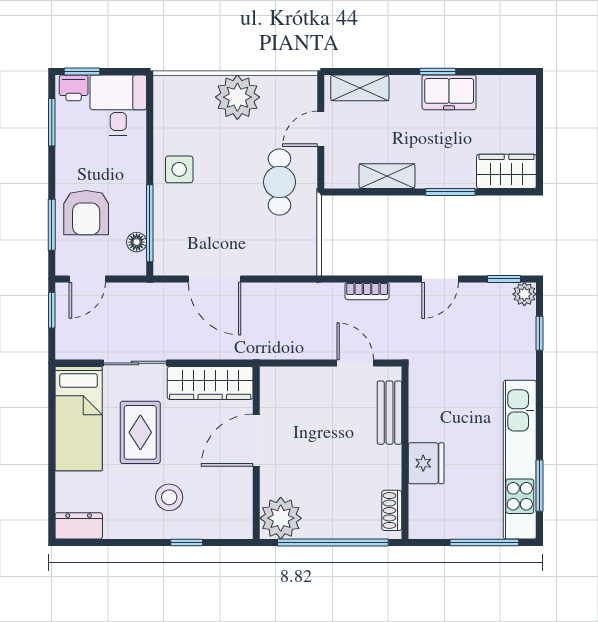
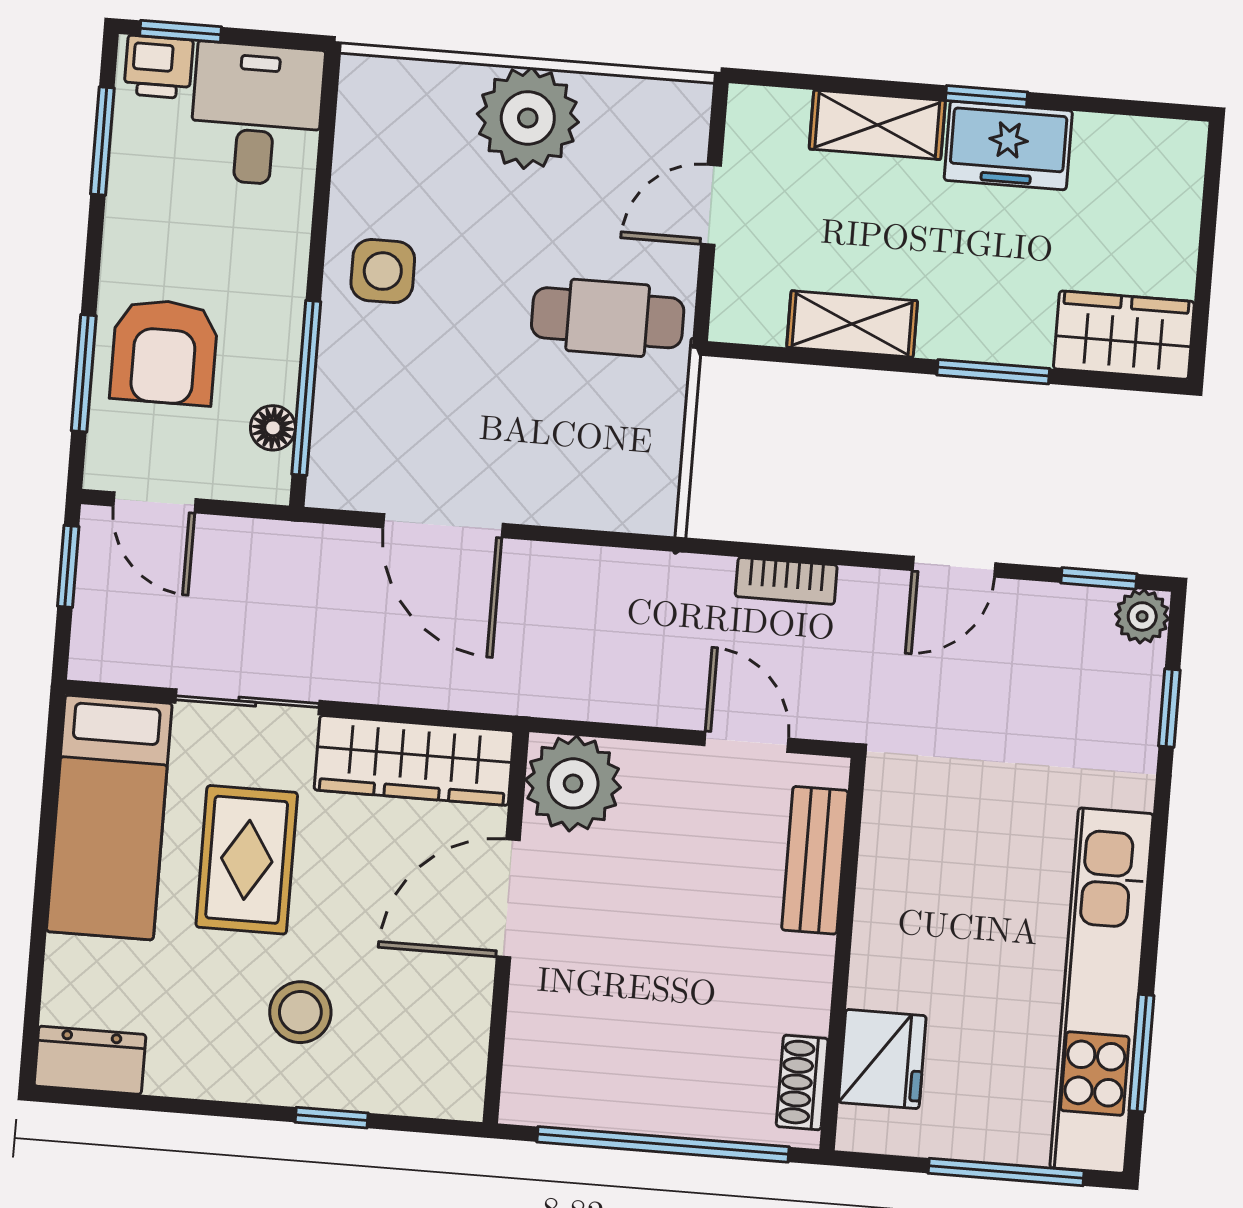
shelving: (360, 88) -> (877, 125), moved
cafe table: (279, 182) -> (608, 318), turned 90
door: (87, 279) -> (154, 502), hinge flipped
fridge: (426, 463) -> (882, 1059), moved
plant: (281, 518) -> (573, 783), moved

